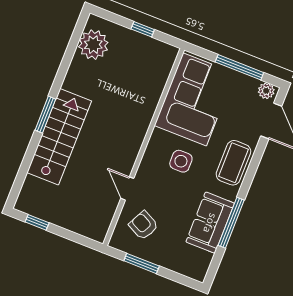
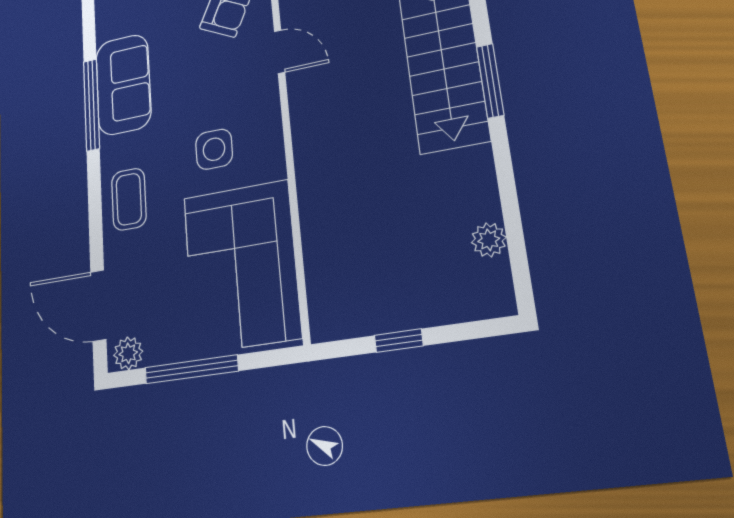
plant: (93, 45) -> (489, 240), width x0.53, depth x0.53
coffee table: (233, 163) -> (129, 199), width x0.73, depth x0.77

